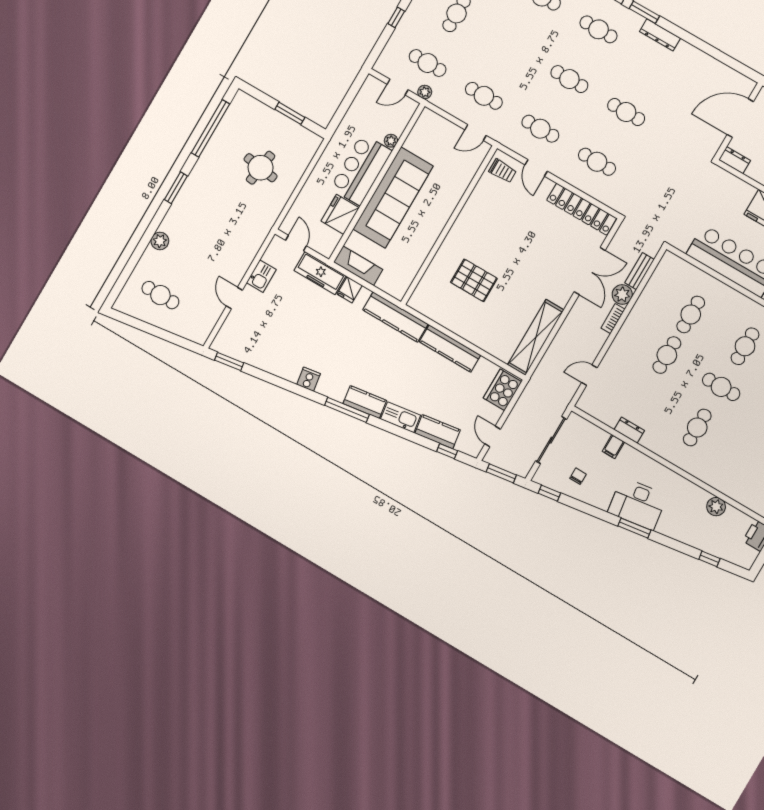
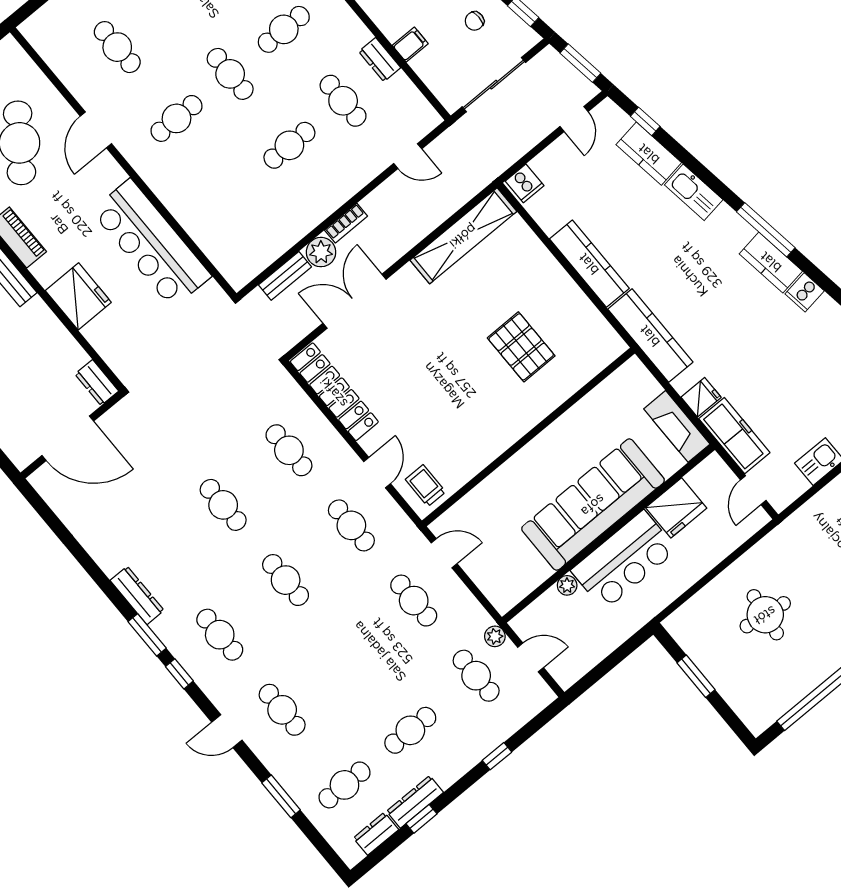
cafe table: (691, 314) -> (343, 101), moved, turned 90
cooker: (503, 390) -> (525, 183), width x0.53, depth x0.76
kitchen counter: (365, 402) -> (771, 262), moved

